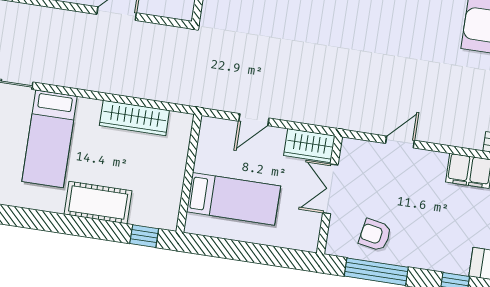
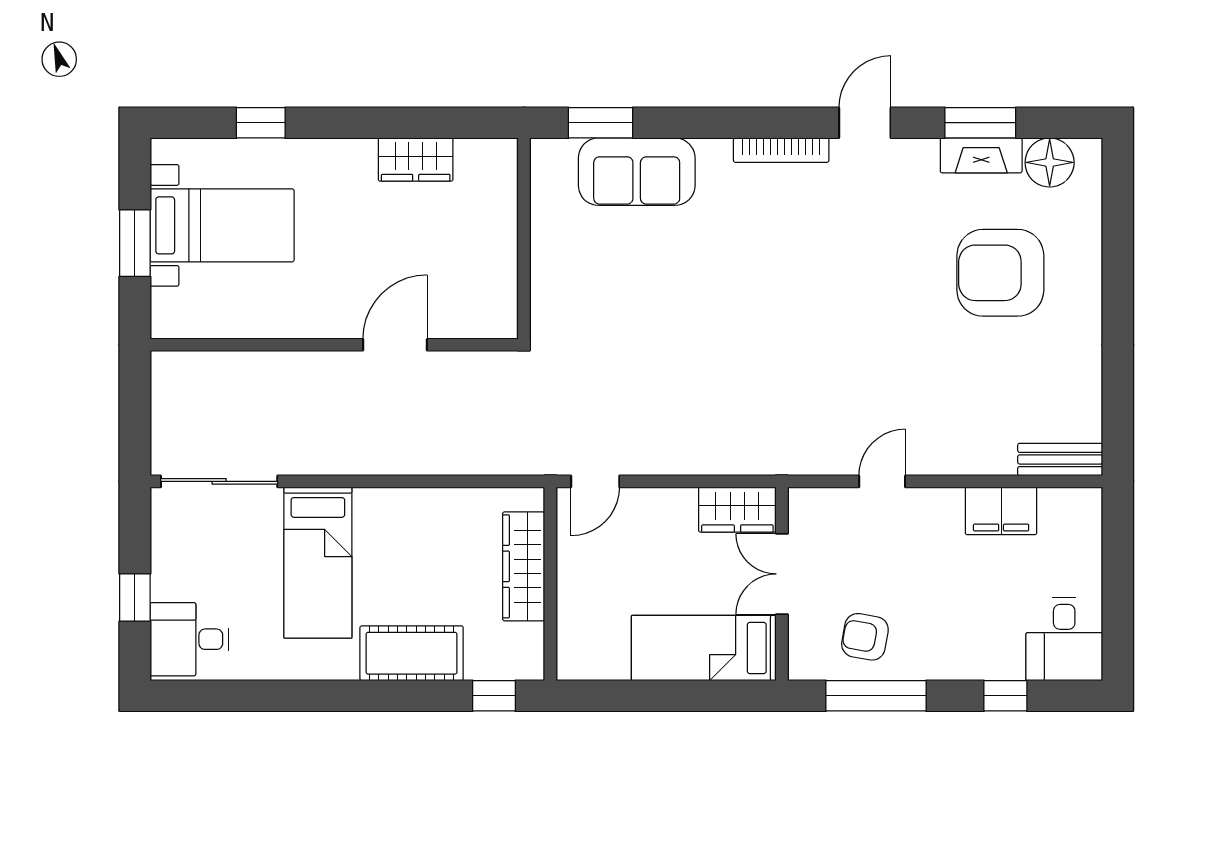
wardrobe: (134, 118) -> (524, 566), moved, turned 90
door: (254, 120) -> (595, 481), moved
bed: (234, 199) -> (704, 648), moved, turned 180

